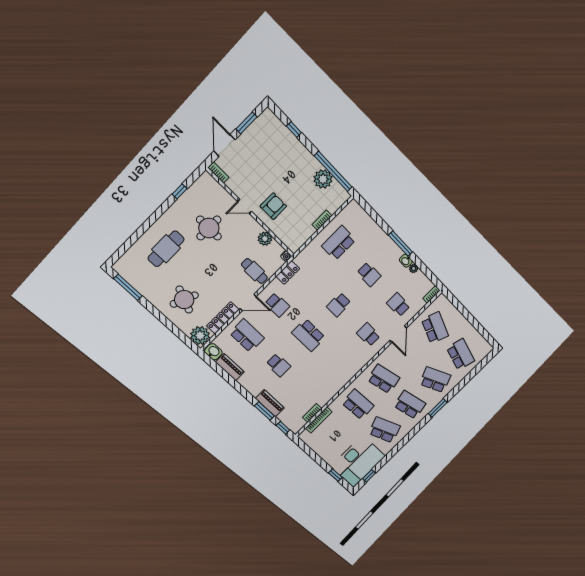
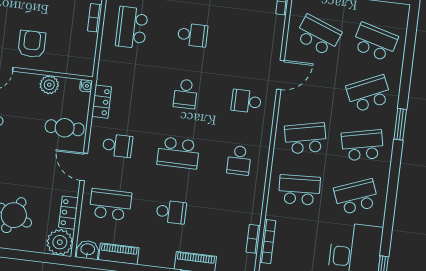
door: (248, 302) -> (84, 167), swing flipped
school desk: (398, 305) -> (239, 160), moved, turned -90
locker: (223, 318) -> (69, 213), width x0.66
door: (398, 334) -> (281, 75), hinge flipped

